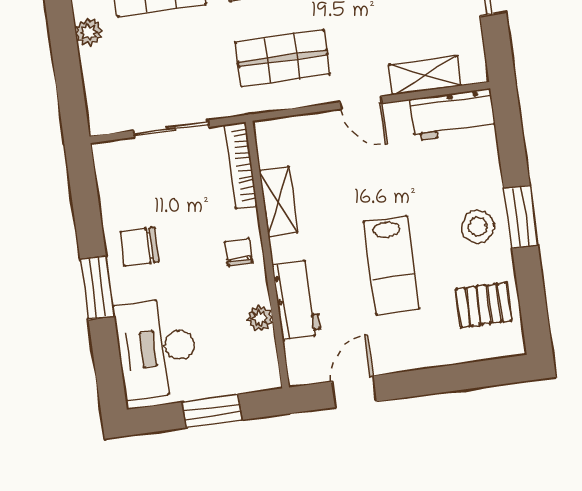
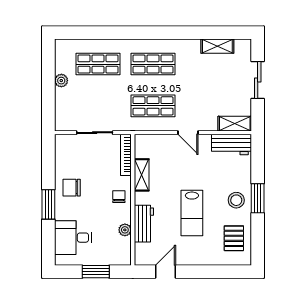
shelving: (425, 75) -> (235, 124), moved
pallet: (484, 305) -> (234, 238), turned 90
desk: (156, 348) -> (73, 238), width x0.73

